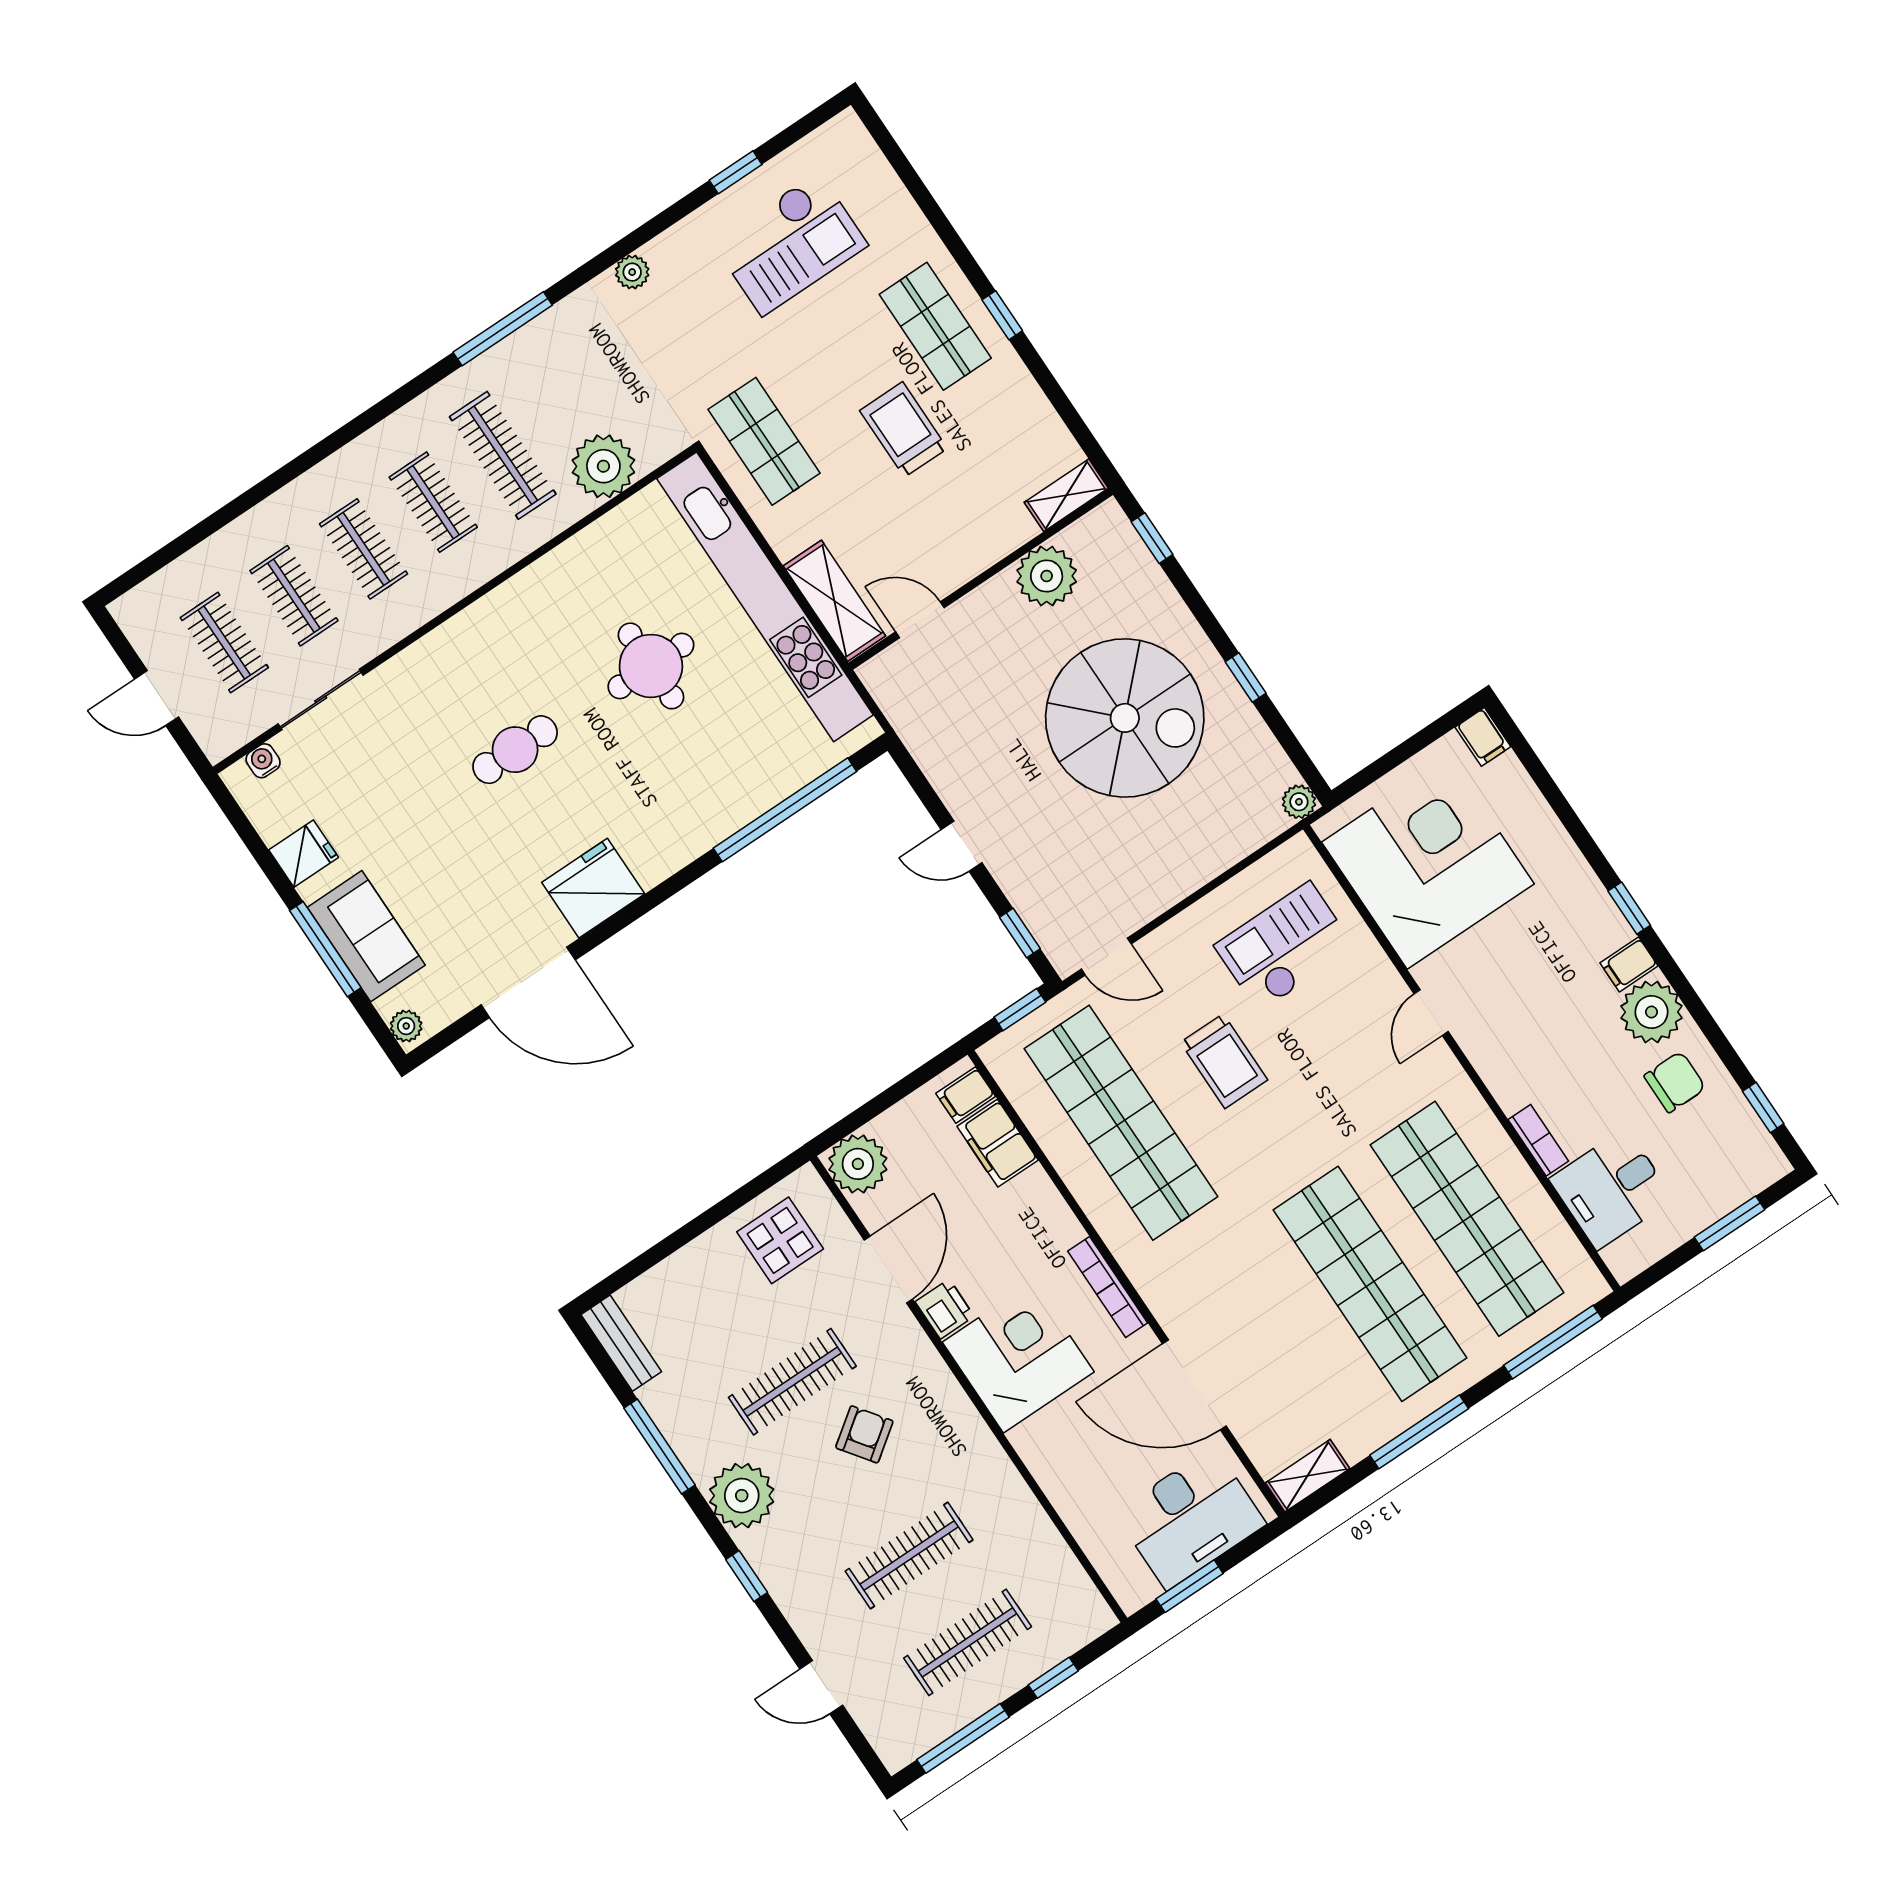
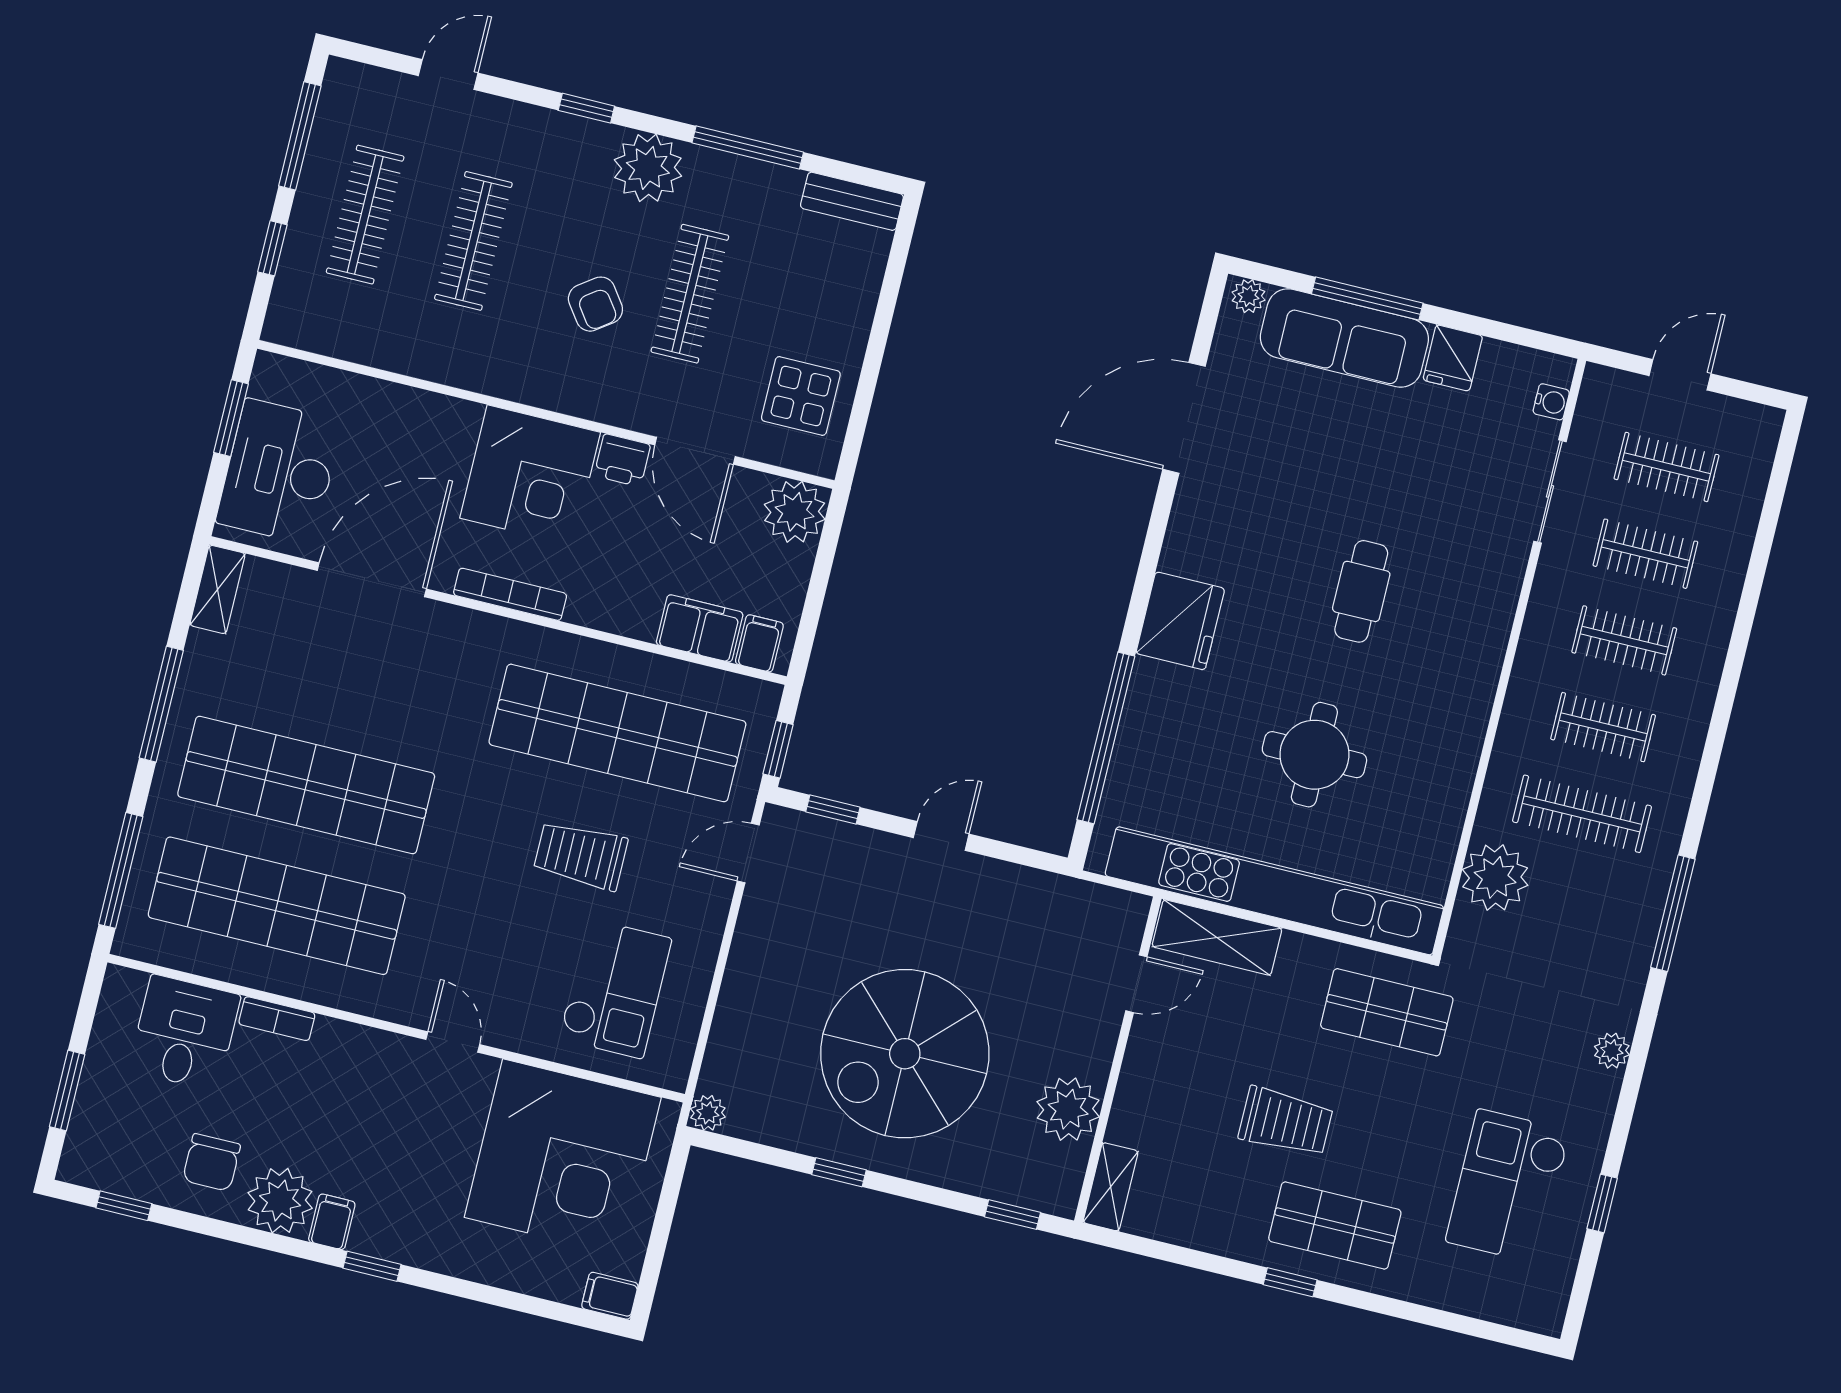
fridge: (593, 888) -> (1180, 621), moved
sofa: (366, 936) -> (1344, 338), width x1.36

